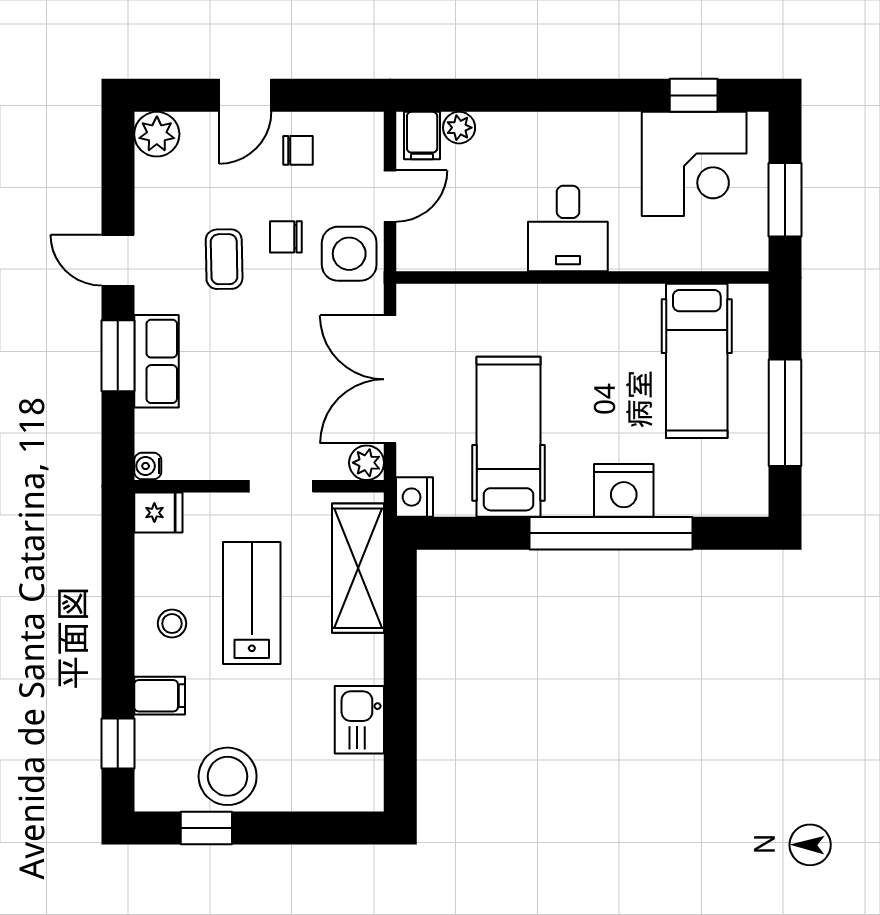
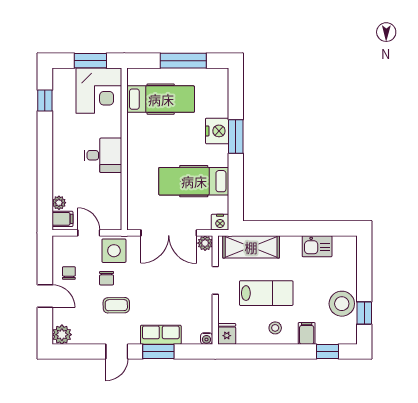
corner desk: (694, 164) -> (99, 91), moved, turned 90
window: (611, 533) -> (236, 137), width x0.47
lab bench: (252, 603) -> (266, 293), turned 180

